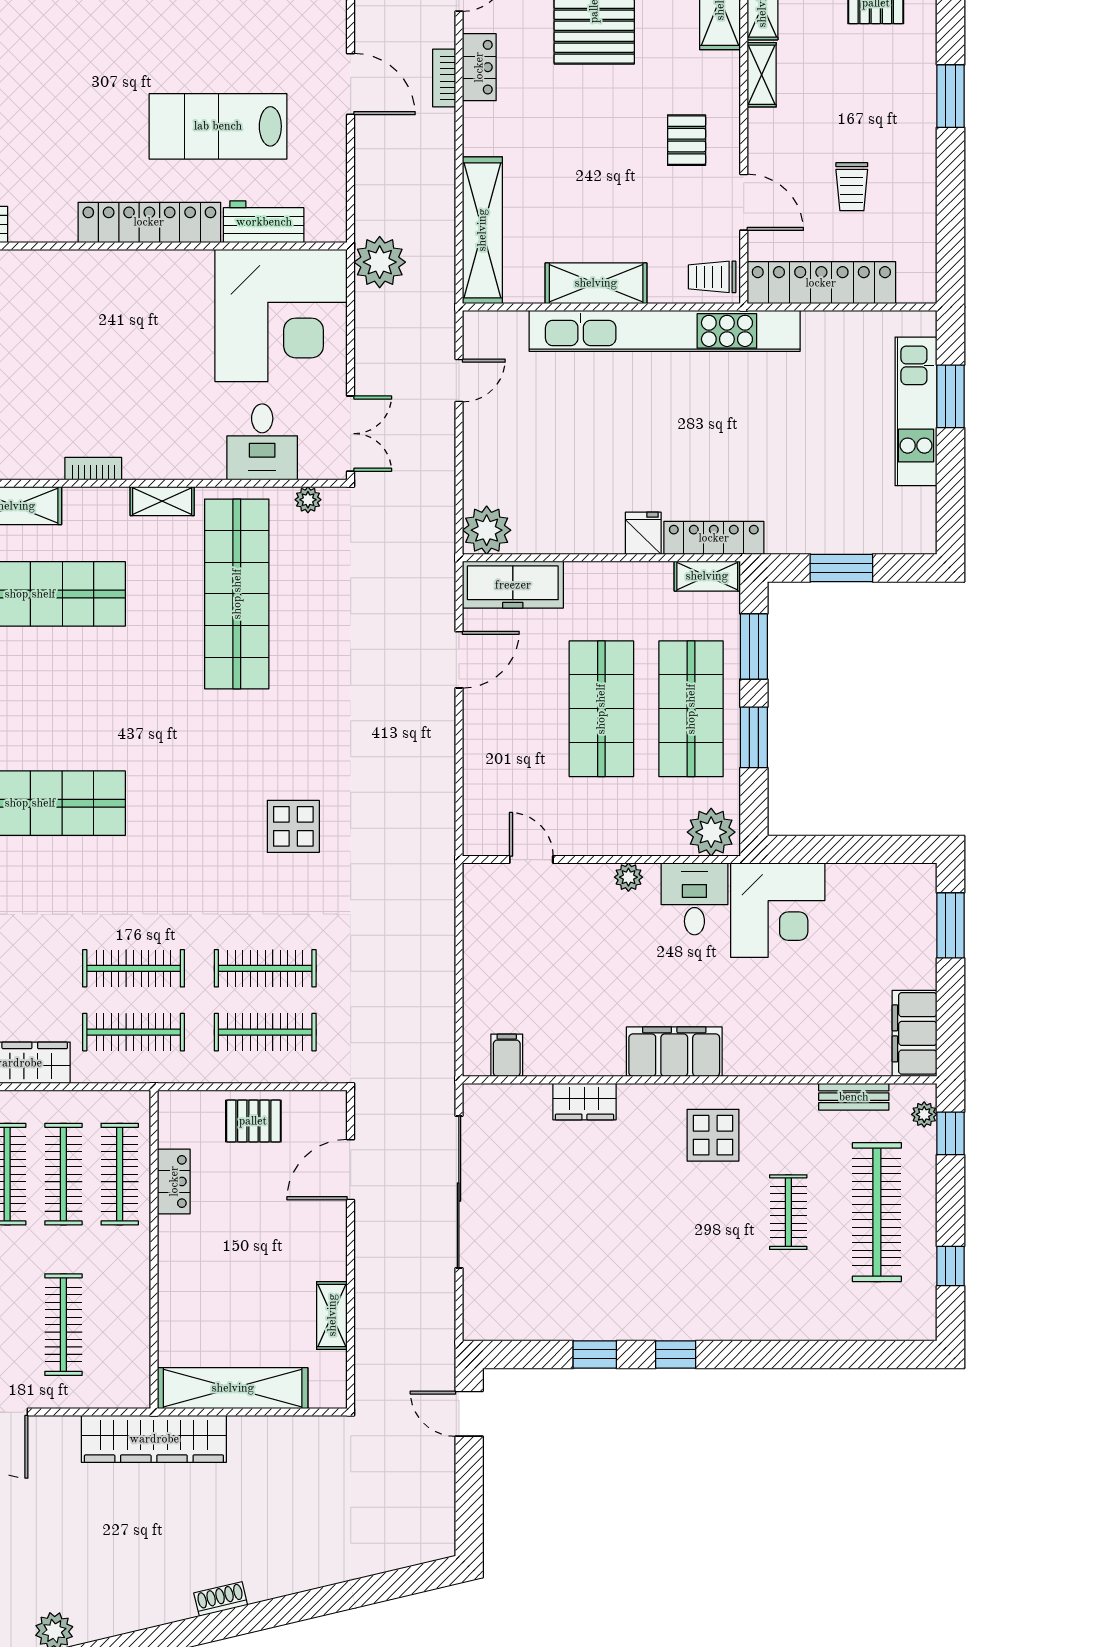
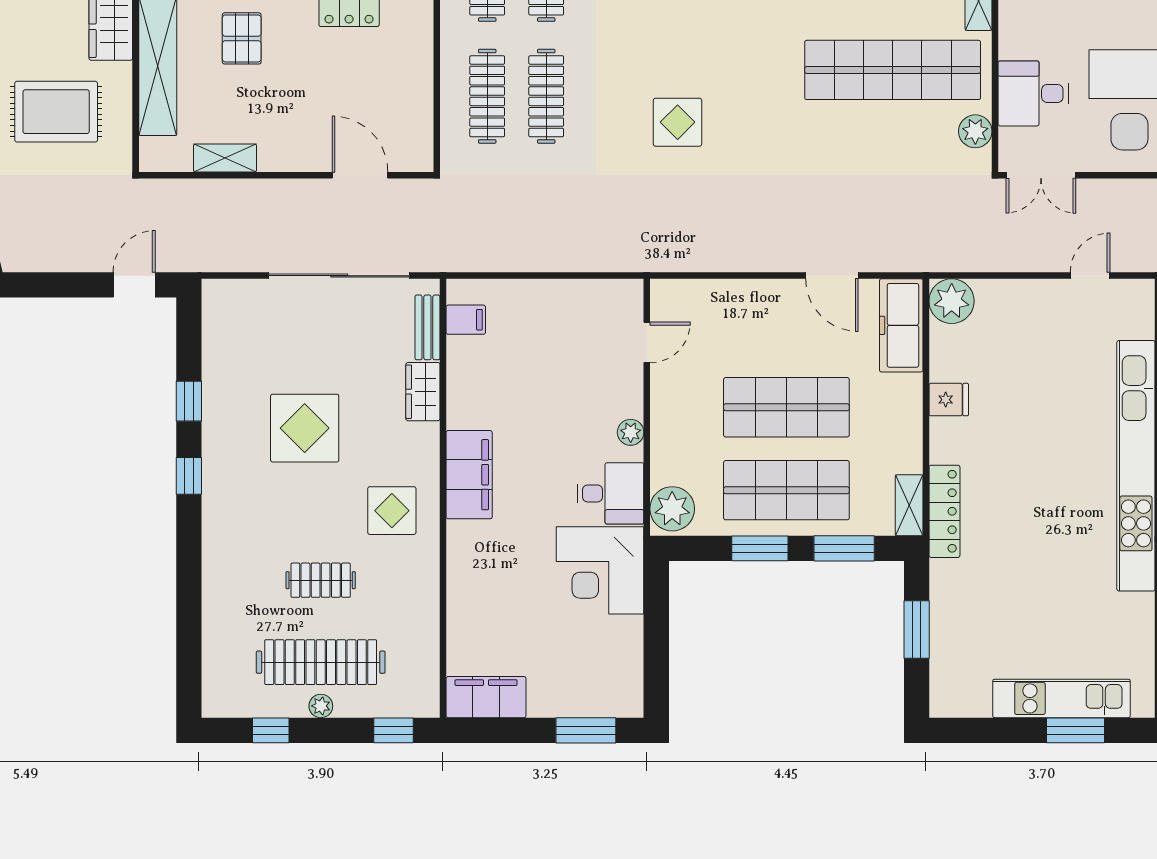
door: (459, 381) -> (1090, 276), swing flipped
plant: (308, 500) -> (975, 131), width x1.38, depth x1.38
fridge: (643, 533) -> (949, 400), moved
bench: (854, 1097) -> (427, 327), moved
plant: (924, 1114) -> (321, 706), moved
pallet: (253, 1121) -> (242, 38), moved
display table: (624, 1229) -> (305, 428), added
rug: (282, 1498) -> (56, 112), added

